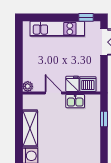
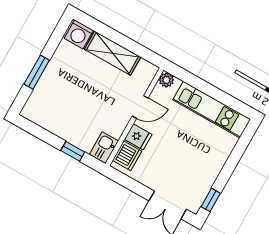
kitchen unit: (57, 29) -> (212, 110), moved, turned -90
kitchen sink: (75, 101) -> (104, 148), moved

